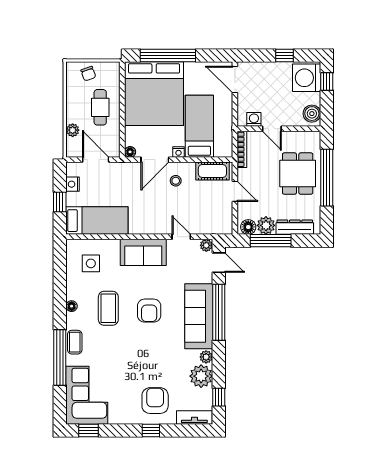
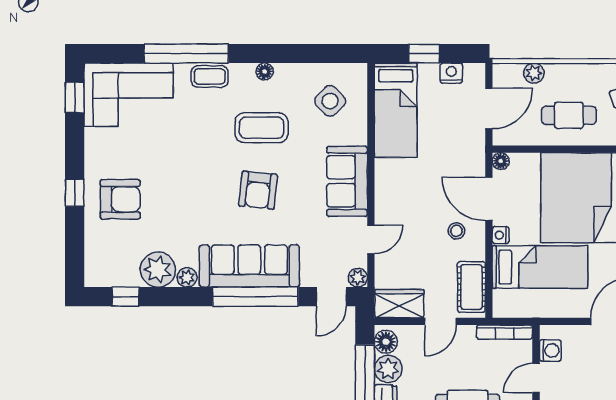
wardrobe: (223, 218) -> (399, 304), added
side table: (91, 263) -> (330, 101), turned 45
armchair: (149, 311) -> (258, 190), turned -84
tv unit: (194, 417) -> (94, 260), removed

